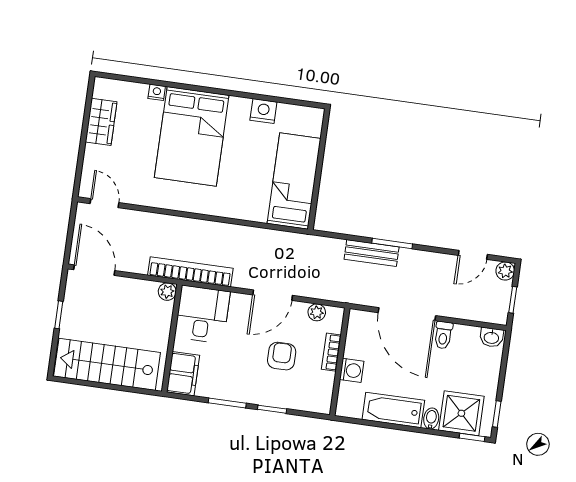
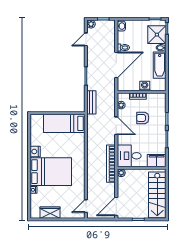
nightstand: (263, 111) -> (35, 151), moved
bench: (372, 253) -> (91, 102), moved
door: (473, 255) -> (86, 39), swing flipped

